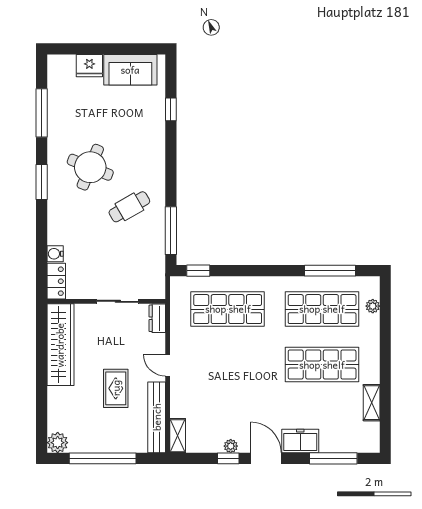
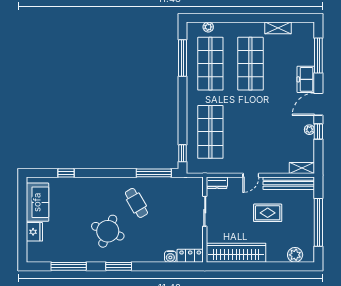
plant: (58, 443) -> (295, 255), moved

